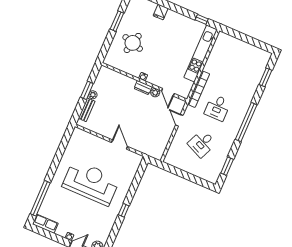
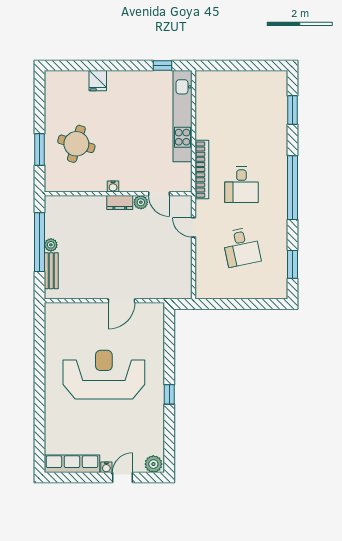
window: (117, 21) -> (39, 149), moved
window: (87, 90) -> (39, 242), width x2.11
desk: (202, 143) -> (241, 247), turned -36
door: (120, 145) -> (121, 301), swing flipped
window: (40, 198) -> (39, 430), removed
row of seats: (45, 224) -> (72, 464), width x1.48

